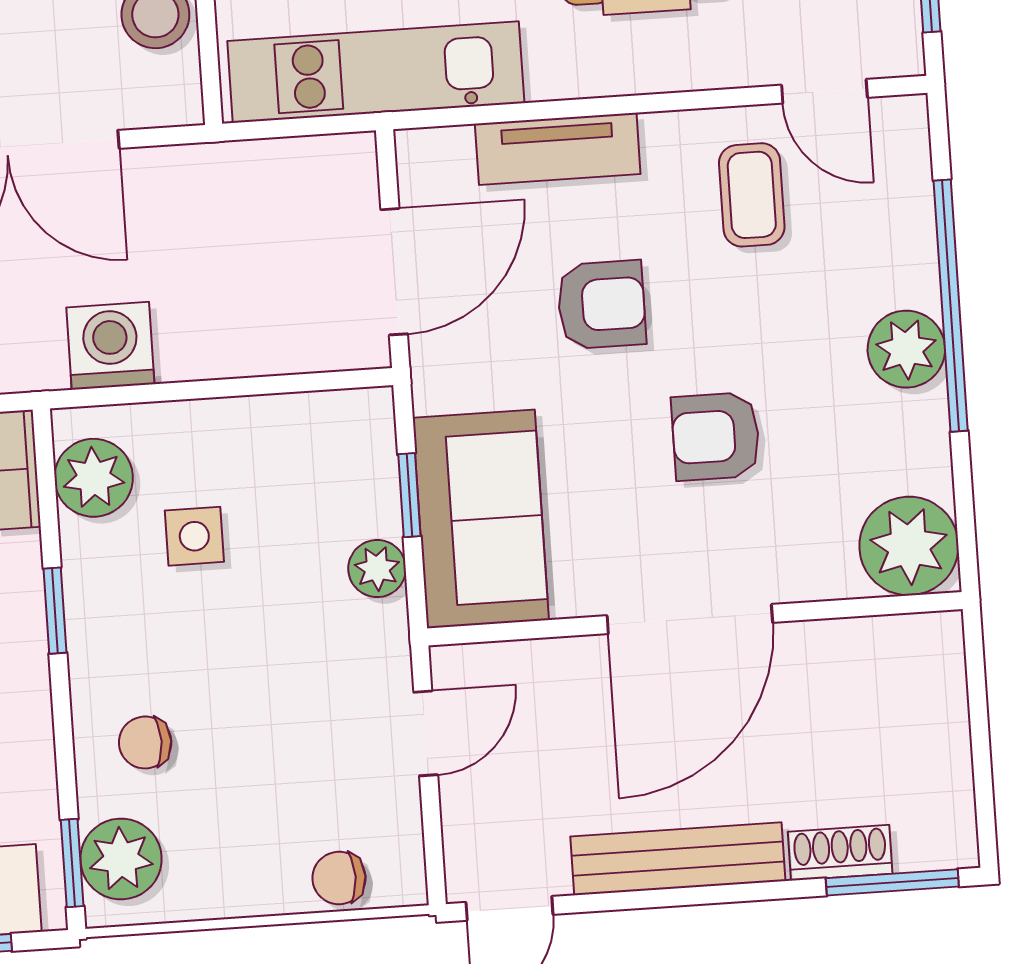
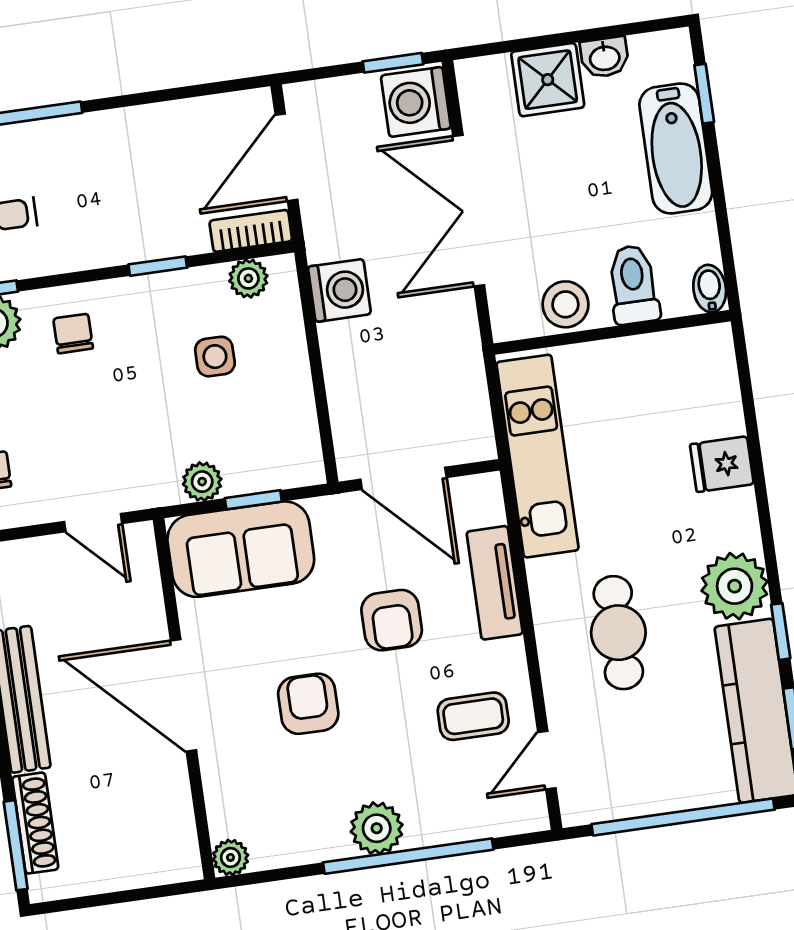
plant: (94, 478) -> (248, 278), width x0.73, depth x0.73
plant: (909, 546) -> (230, 857), width x0.53, depth x0.53
shoe rack: (840, 853) -> (35, 823), width x1.43

